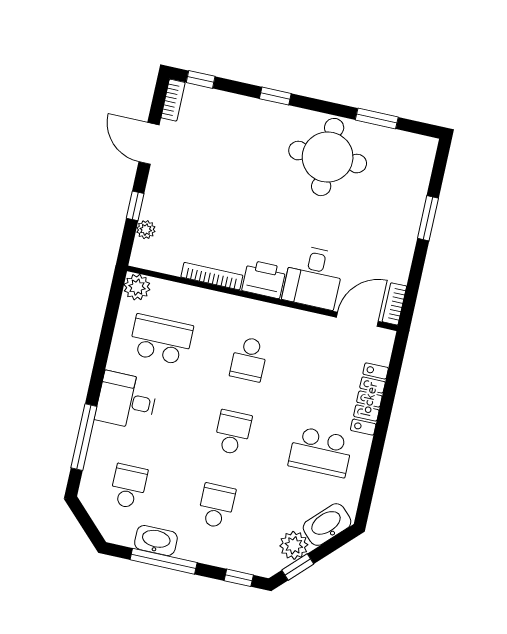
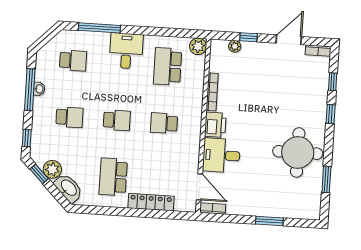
window: (201, 79) -> (333, 82), moved
school desk: (161, 340) -> (168, 66), turned 180
washbasin: (156, 540) -> (39, 89), width x0.52, depth x0.69

